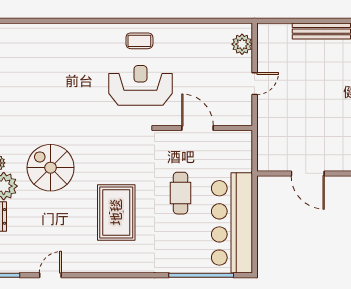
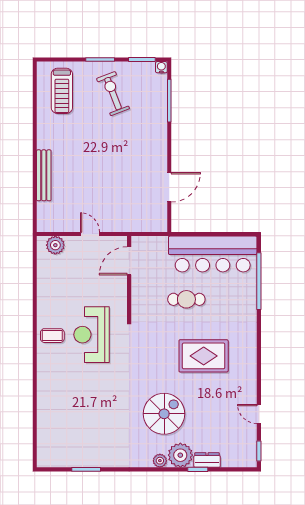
coffee table: (139, 41) -> (52, 336), turned 90
door: (198, 128) -> (129, 261), moved
spiral stairs: (51, 168) -> (164, 414), turned 180

